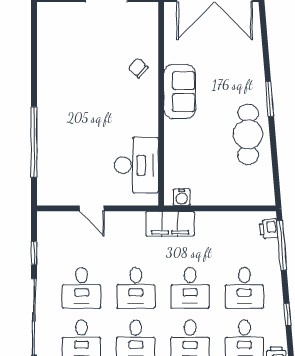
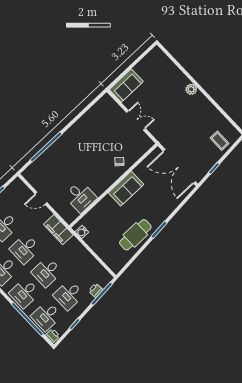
desk: (136, 165) -> (81, 197), width x0.73
door: (92, 208) -> (41, 198), hinge flipped
filing cabinet: (170, 224) -> (58, 230), moved
printer: (269, 229) -> (96, 290), moved

